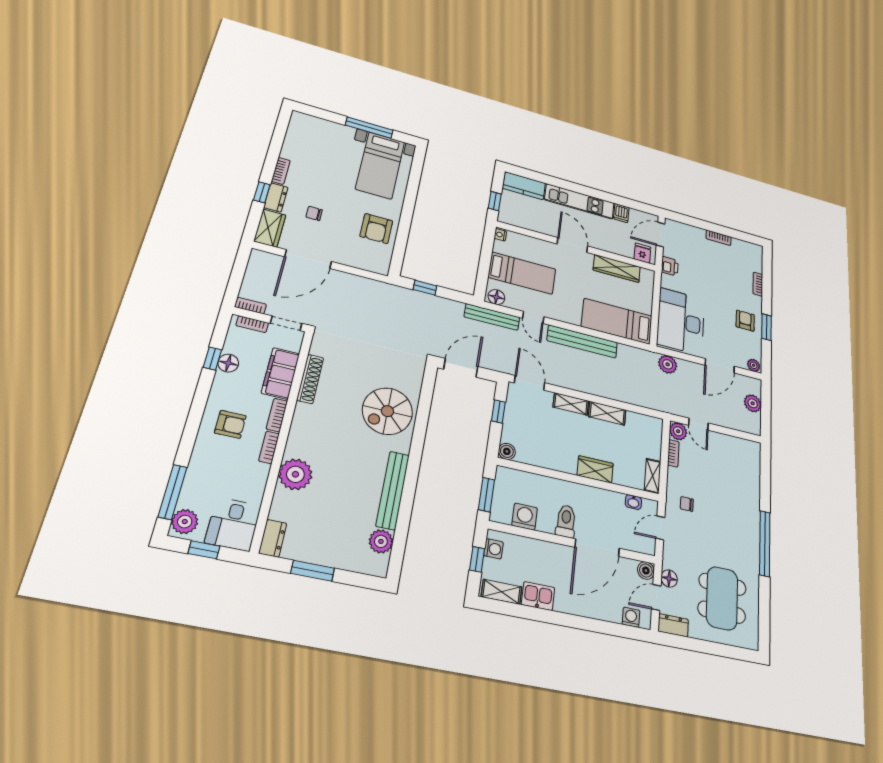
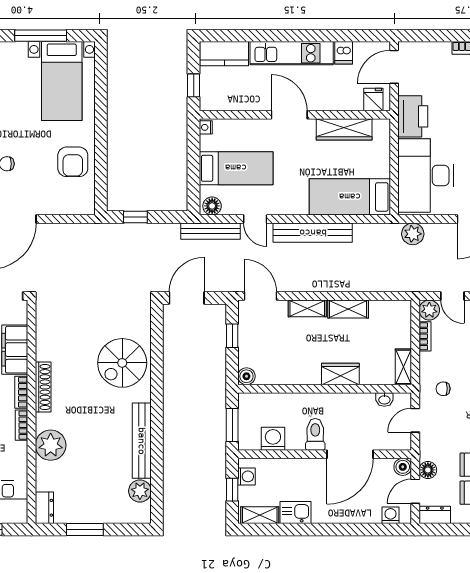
printer: (670, 266) -> (413, 116), width x1.87, depth x1.48
shoe rack: (310, 379) -> (43, 387), moved

